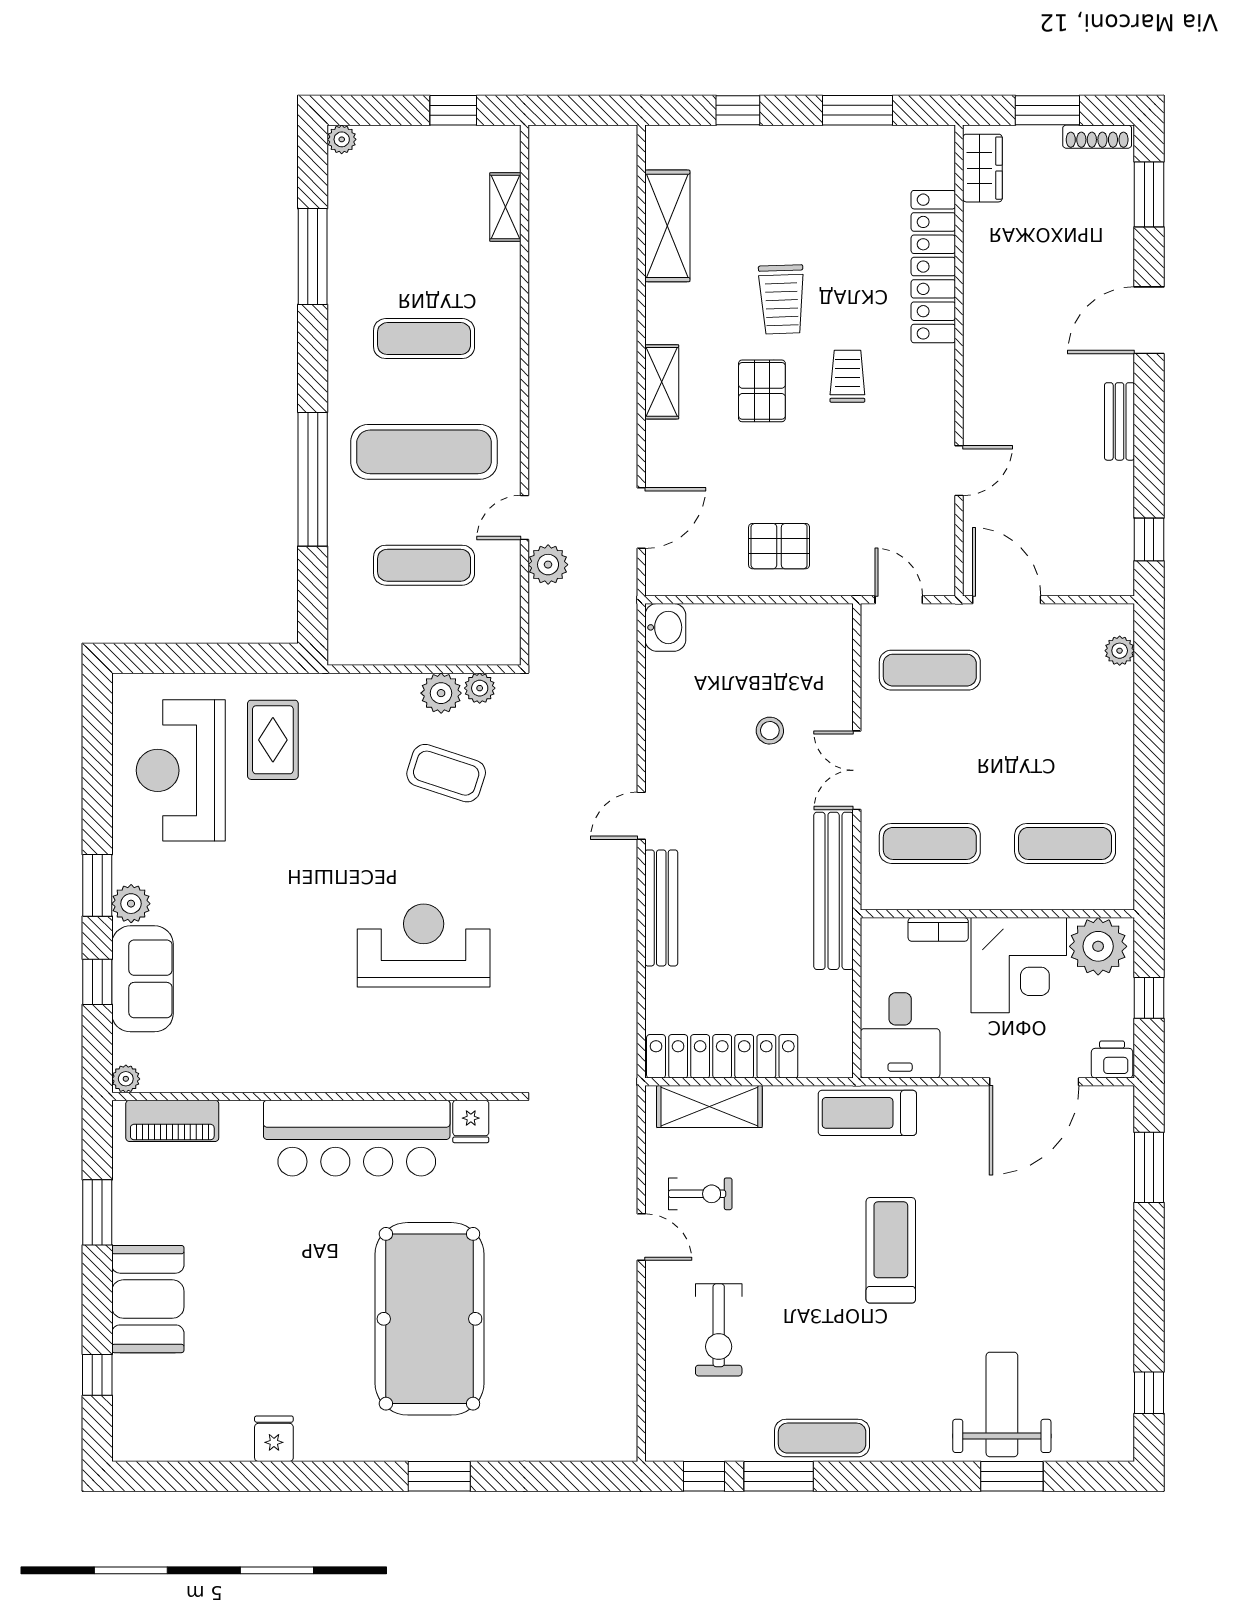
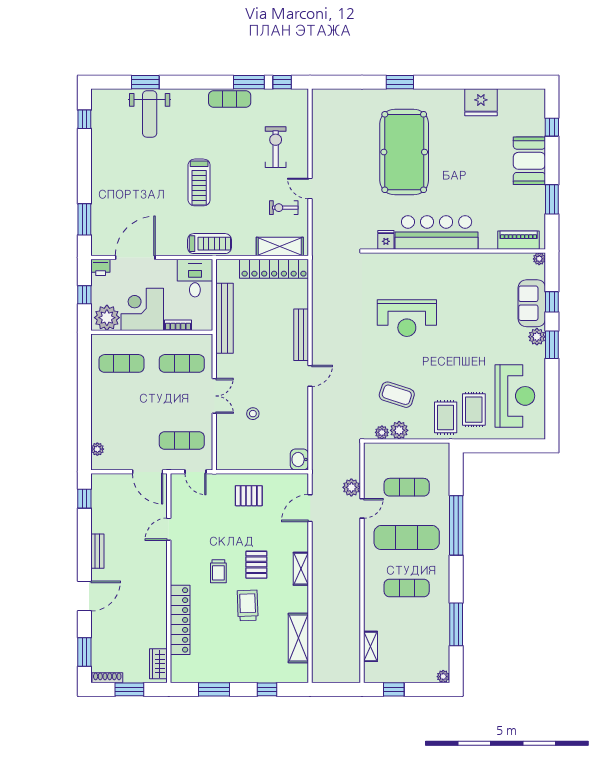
rug: (336, 722) -> (446, 417), added
bench: (834, 891) -> (225, 318), moved
fridge: (274, 1439) -> (481, 102), width x1.88, depth x1.34

